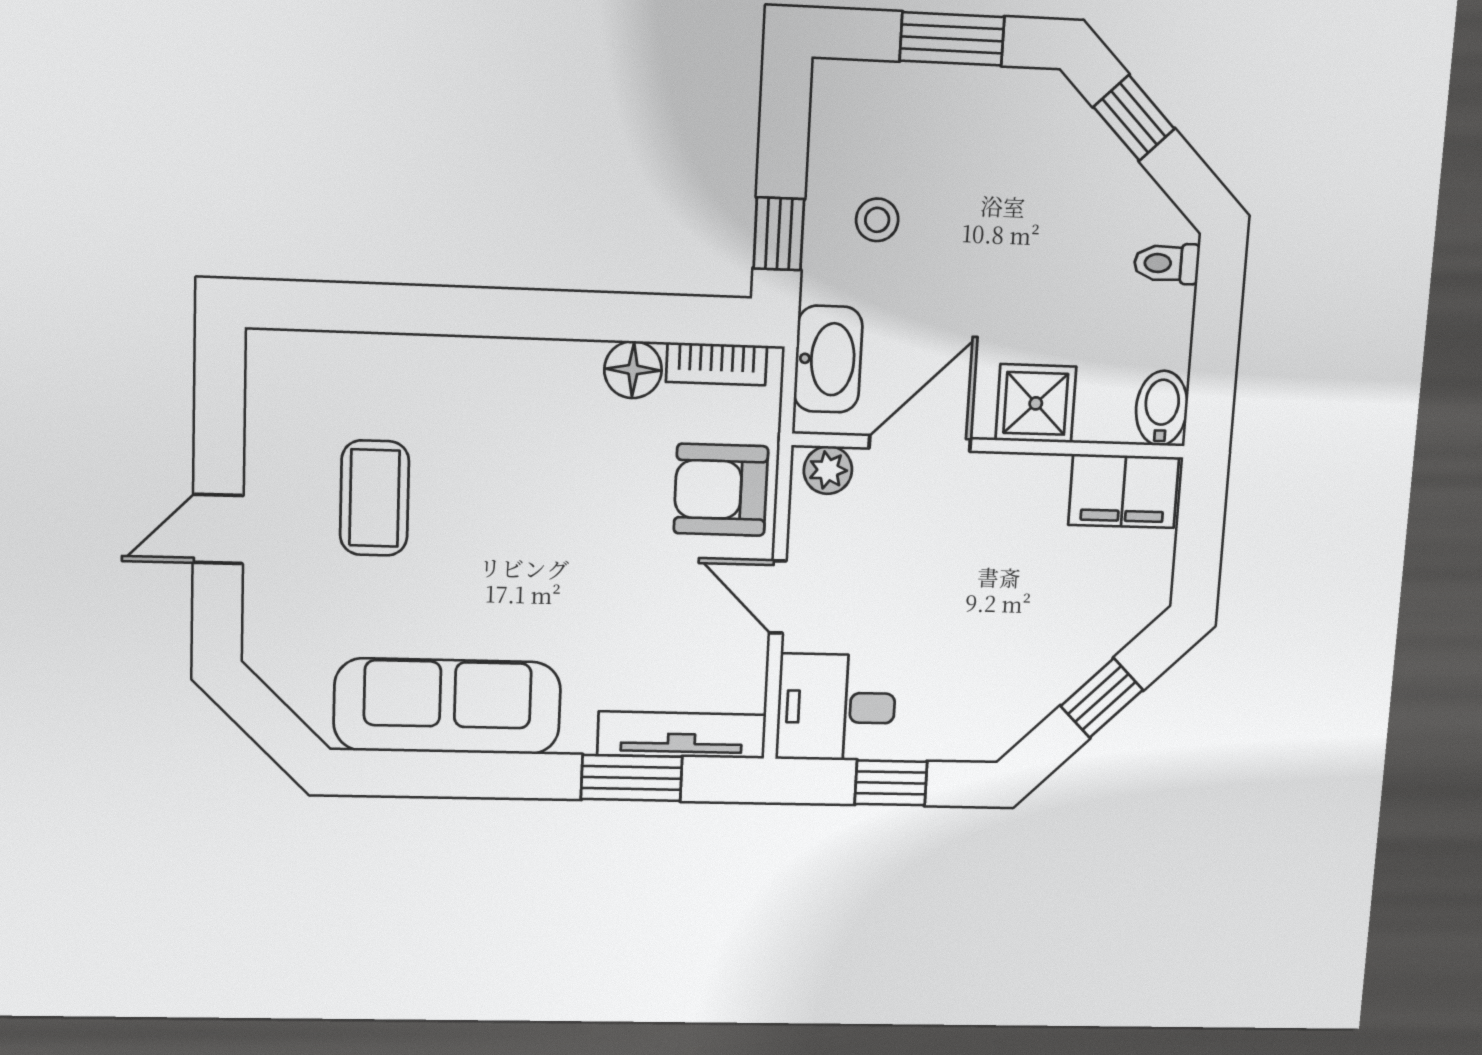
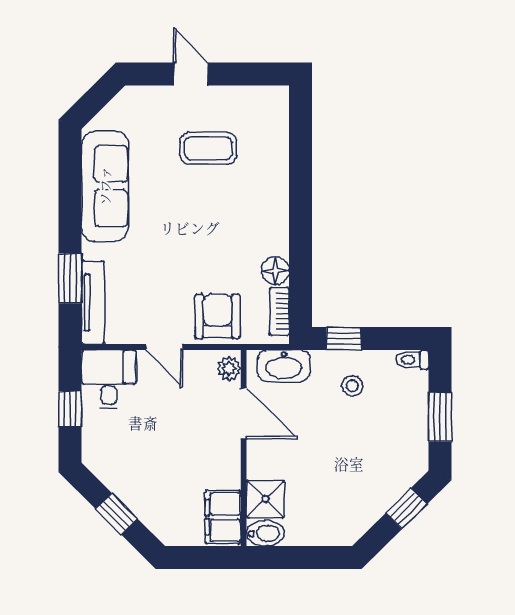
toilet: (1167, 263) -> (413, 360), moved, turned -90
shower: (1036, 403) -> (265, 499), moved
door: (778, 597) -> (164, 347), swing flipped

